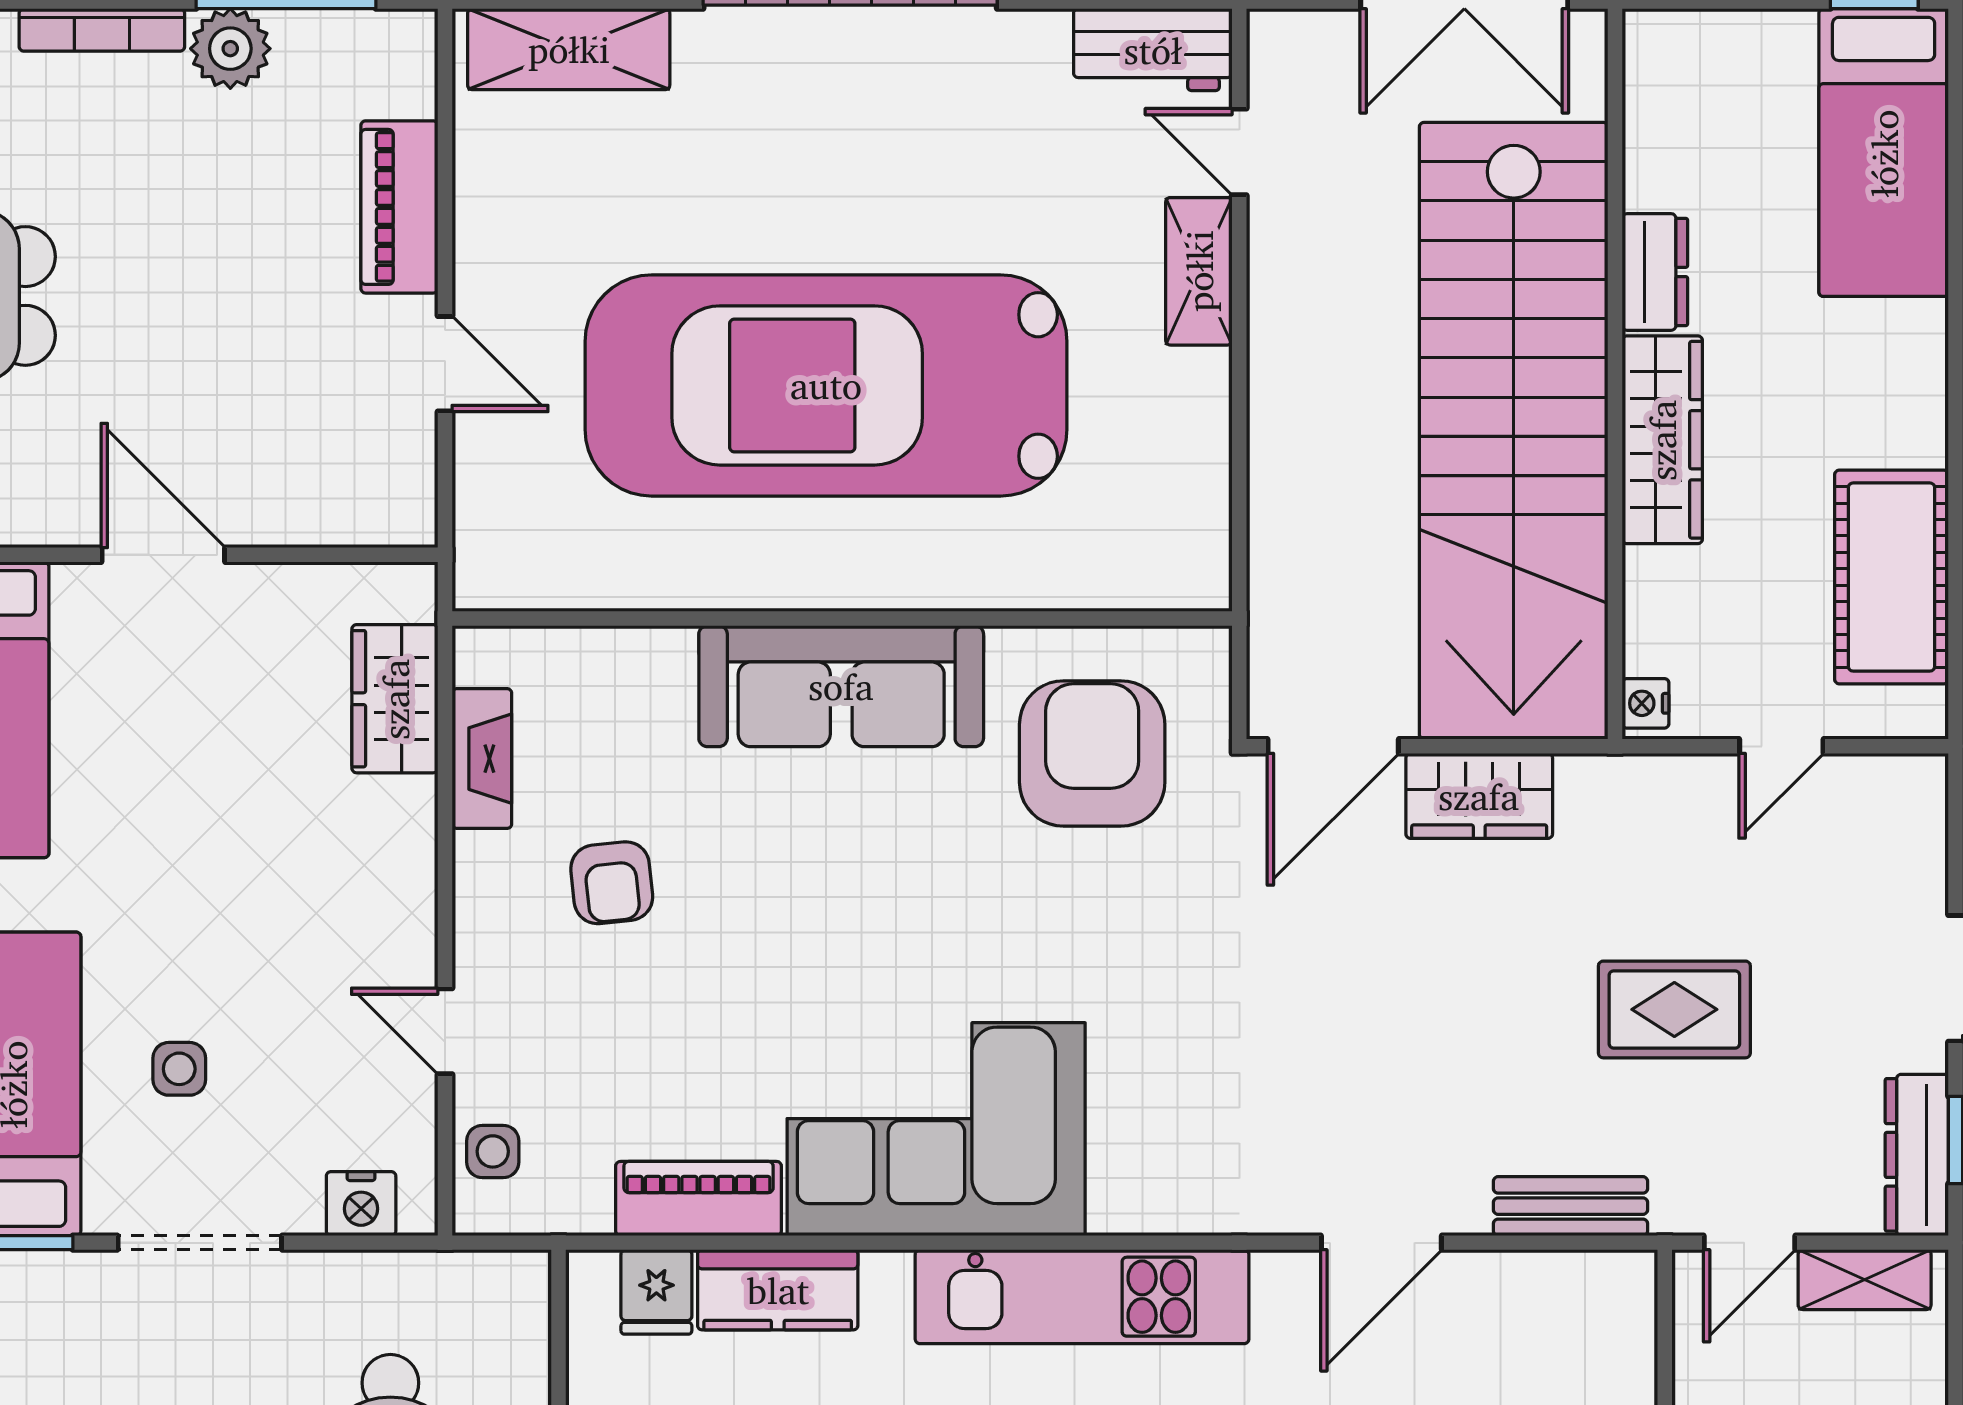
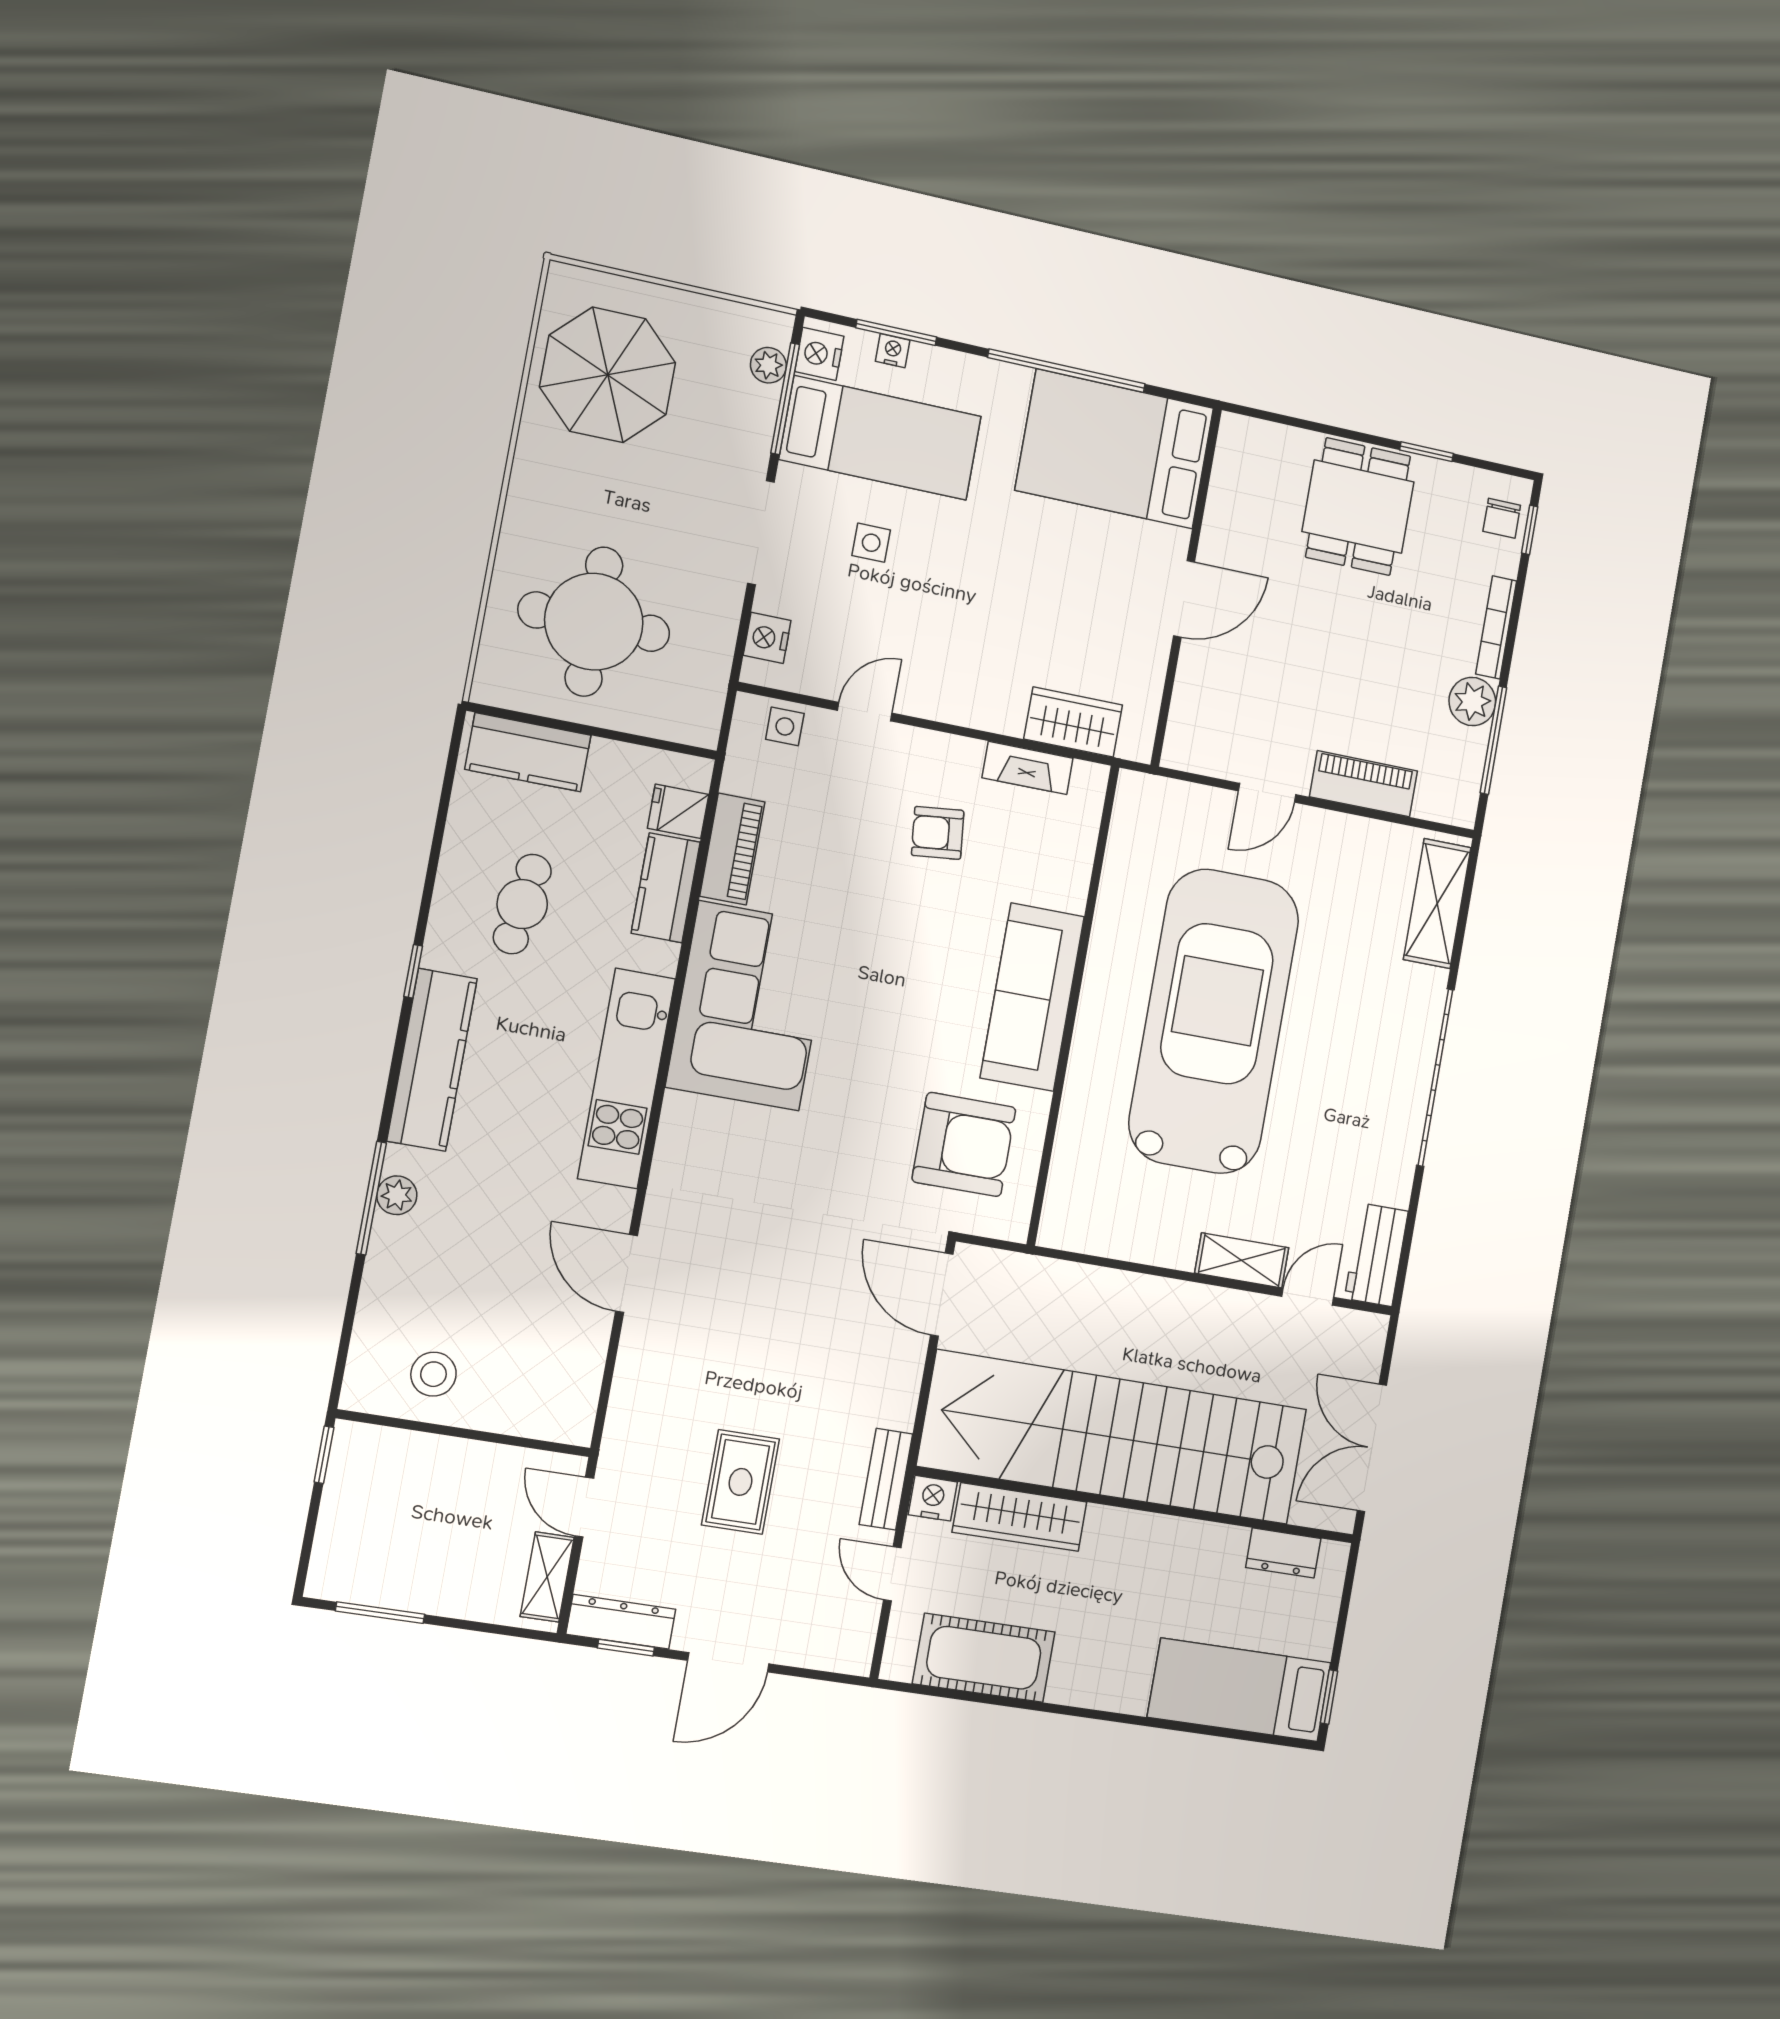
dresser: (1655, 272) -> (1283, 1553), moved
wardrobe: (1662, 440) -> (1020, 1517), moved
nightstand: (1646, 703) -> (933, 1498), width x1.39, depth x1.35
wardrobe: (1479, 796) -> (895, 1380), removed
bench: (1571, 1206) -> (886, 1479), moved

